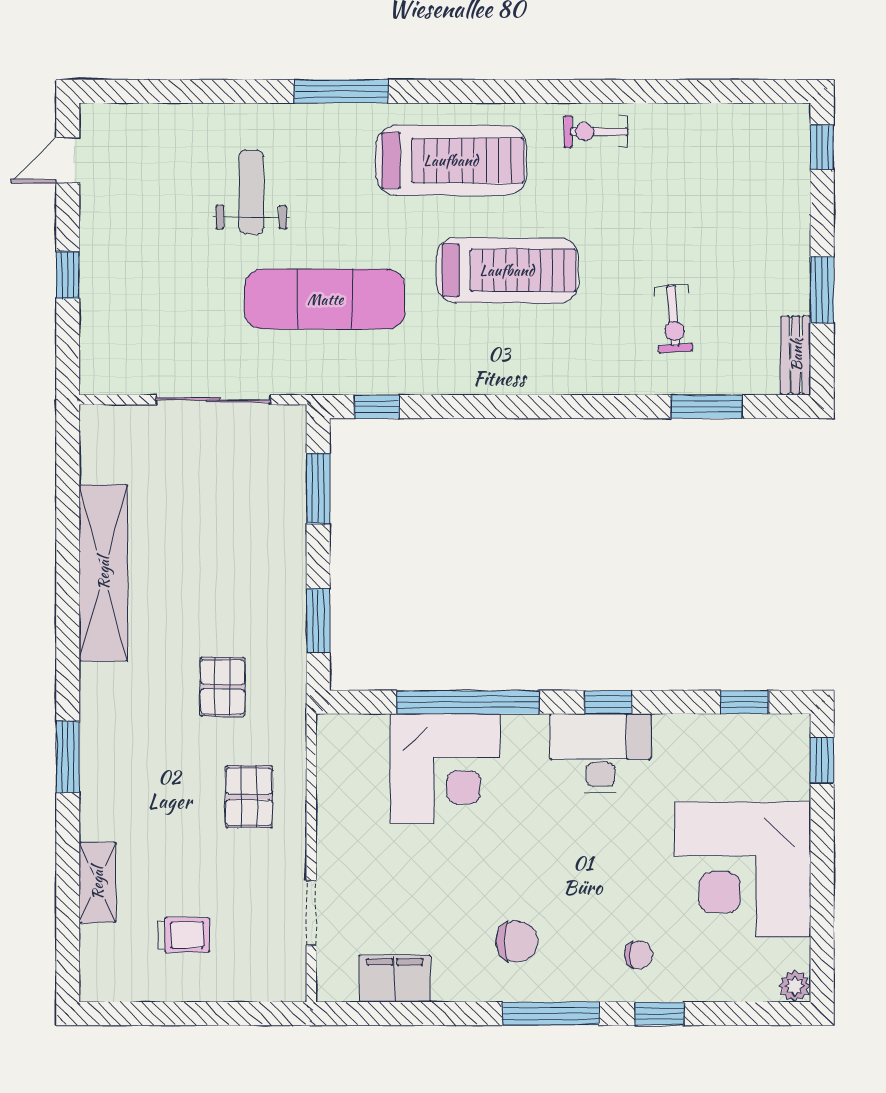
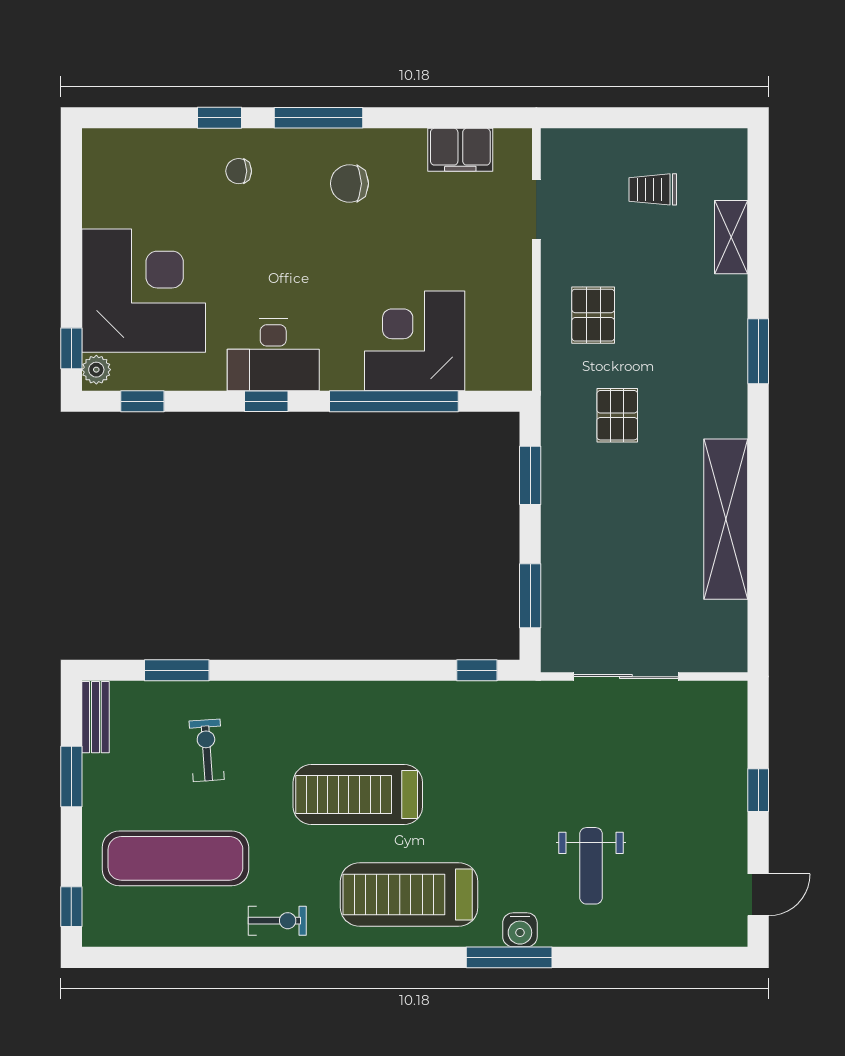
water cooler: (329, 122) -> (520, 930), added
exercise mat: (325, 299) -> (175, 858), moved
corner desk: (743, 869) -> (144, 291), moved
plant: (795, 986) -> (96, 370), moved

